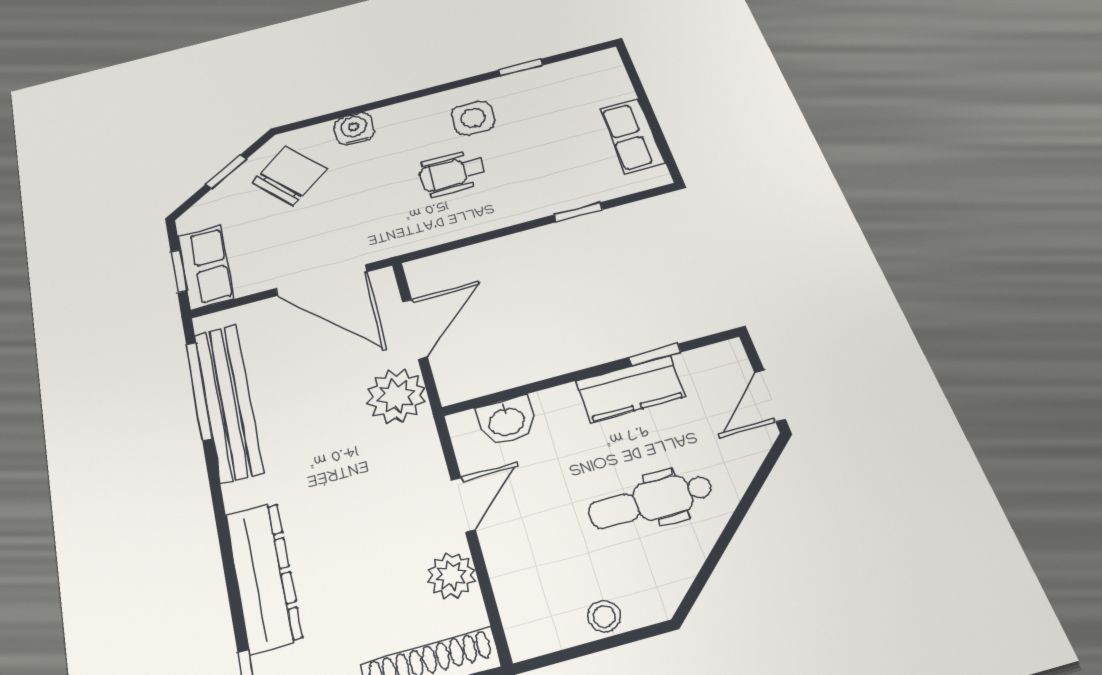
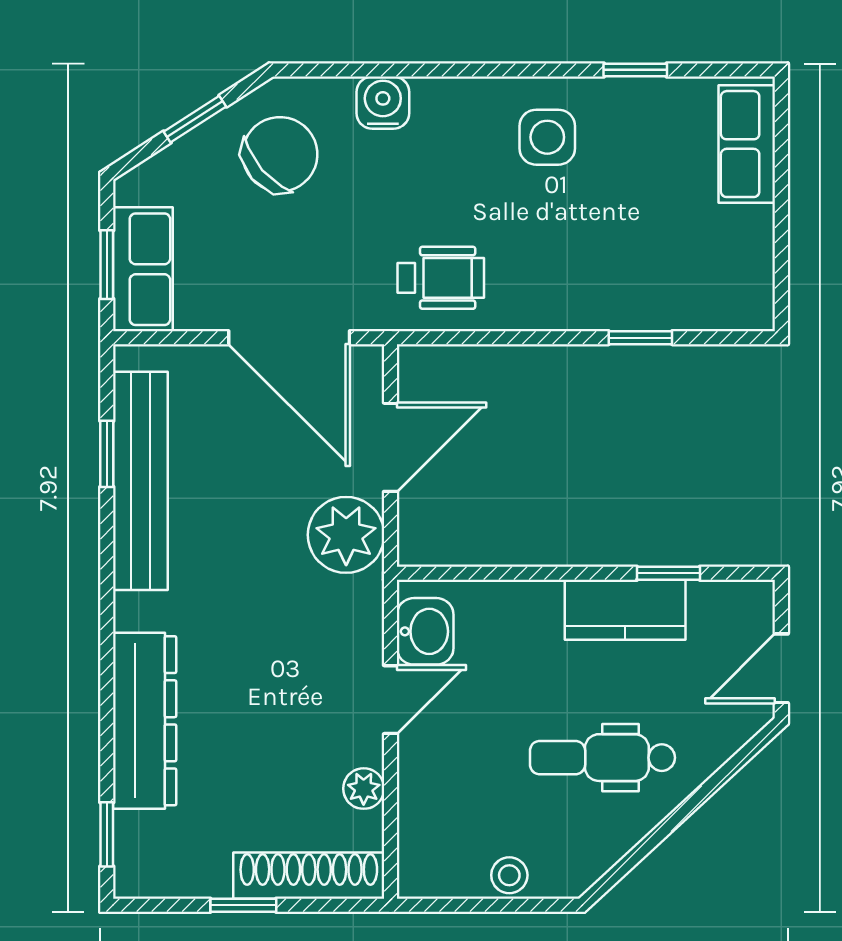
row of seats: (632, 136) -> (747, 144), moved
wheelchair: (452, 173) -> (441, 278), moved, turned 180
window: (199, 391) -> (107, 454), width x0.46
washbasin: (507, 421) -> (425, 631), moved, turned -90
plant: (451, 575) -> (364, 789), width x0.73, depth x0.73

